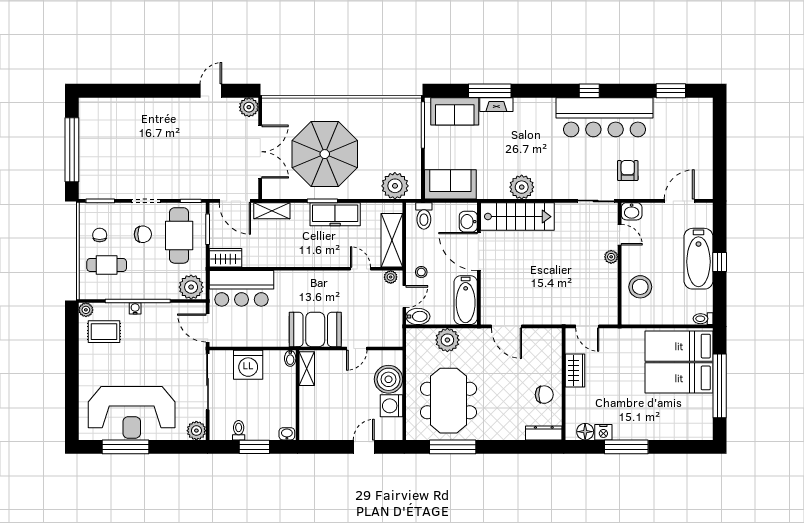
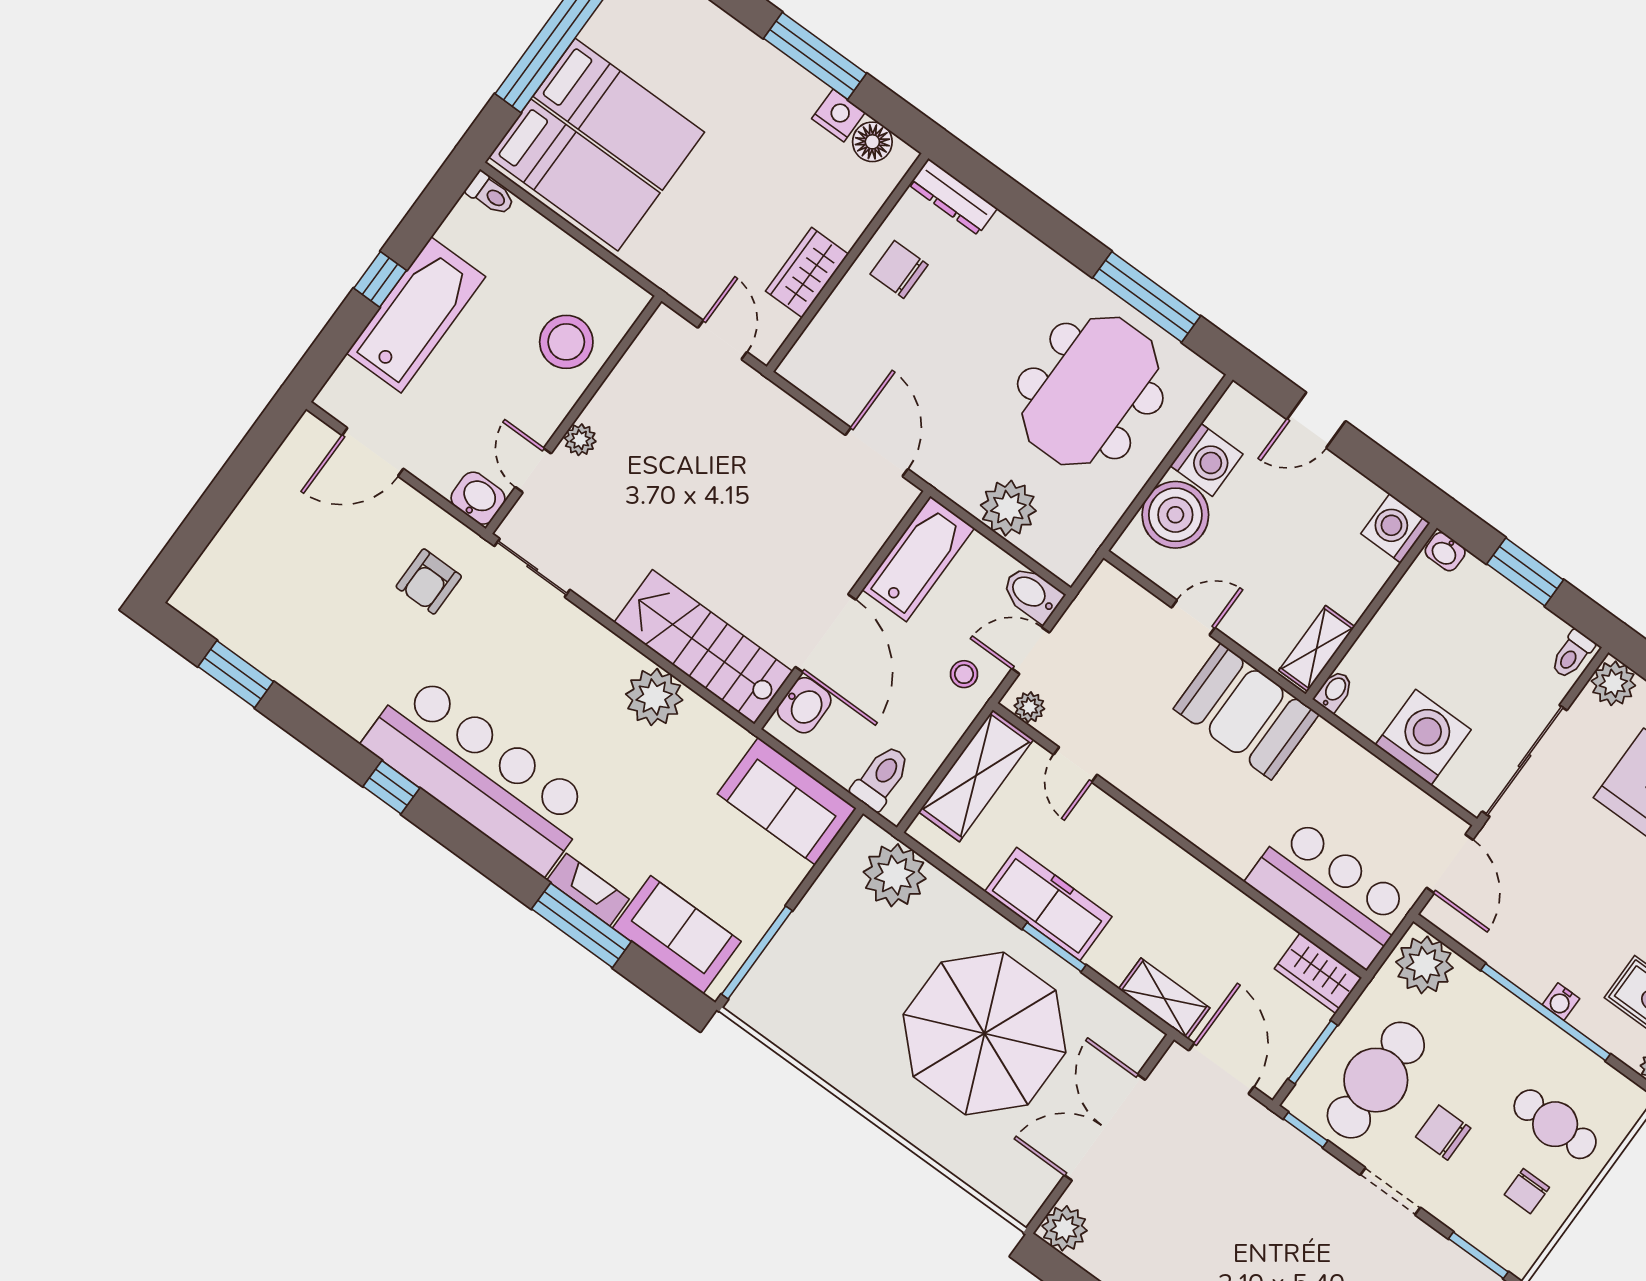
bar counter: (605, 117) -> (479, 774), moved
washing machine: (310, 429) -> (1395, 528), added
toilet: (239, 430) -> (1572, 654), moved

